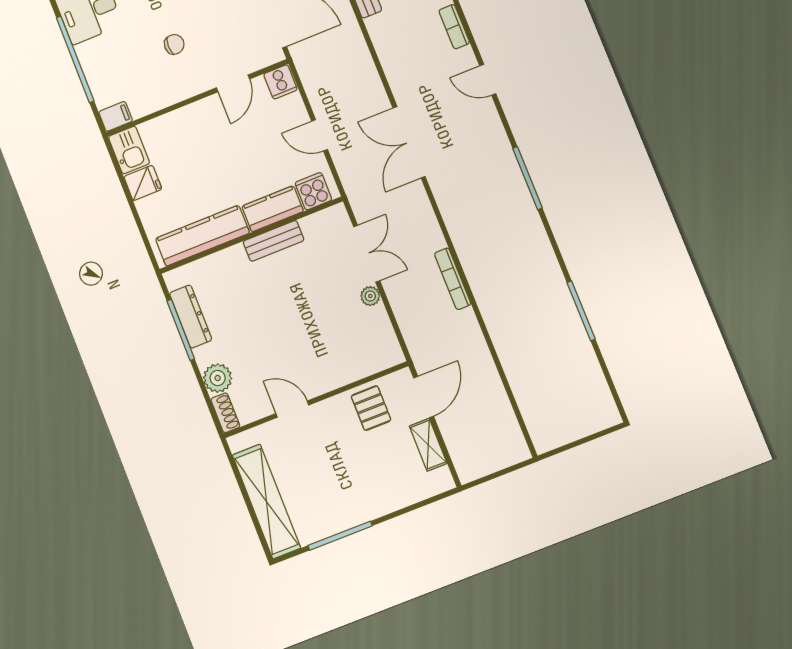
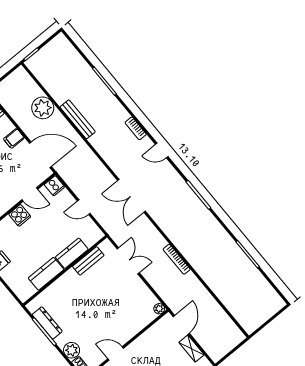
door: (233, 83) -> (30, 195), hinge flipped
cooker: (313, 191) -> (20, 215), moved, turned 180
kitchen counter: (202, 236) -> (46, 274), width x0.67
bench: (274, 241) -> (88, 261), moved
plant: (370, 296) -> (159, 309), moved
pallet: (371, 408) -> (156, 339), removed

